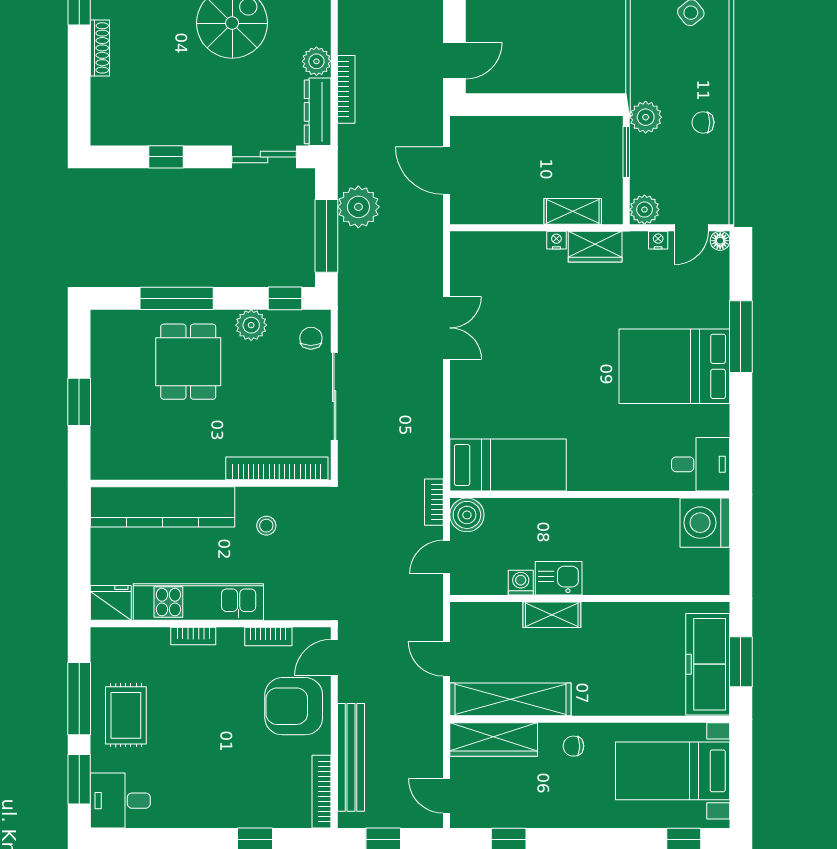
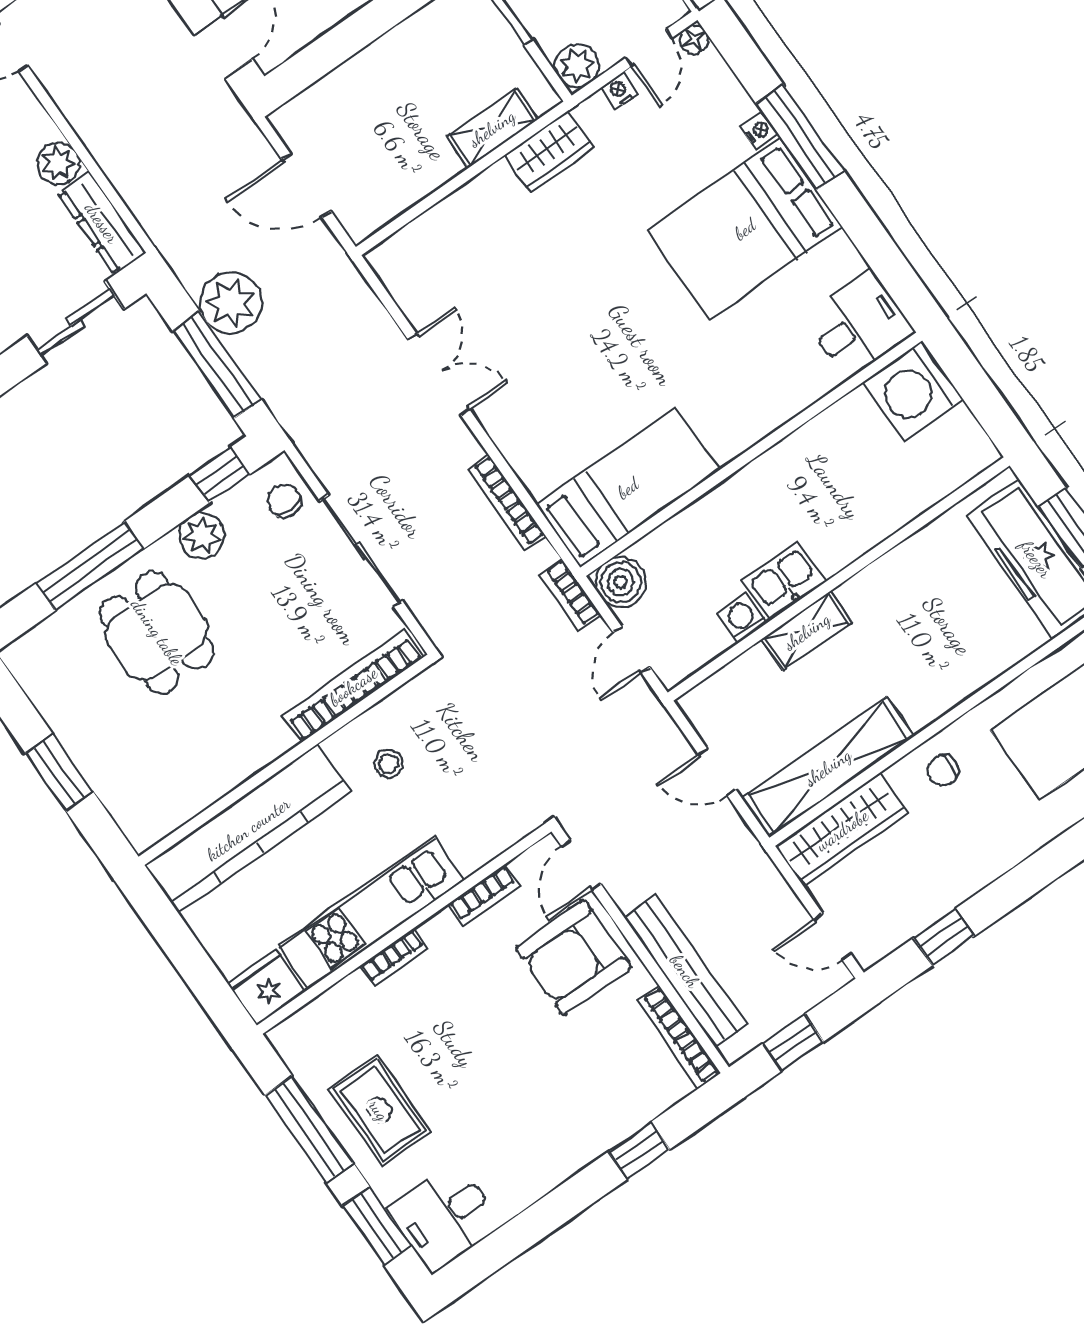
bookcase: (346, 89) -> (507, 502), moved, turned 180
nightstand: (556, 240) -> (759, 131), moved, turned 90

